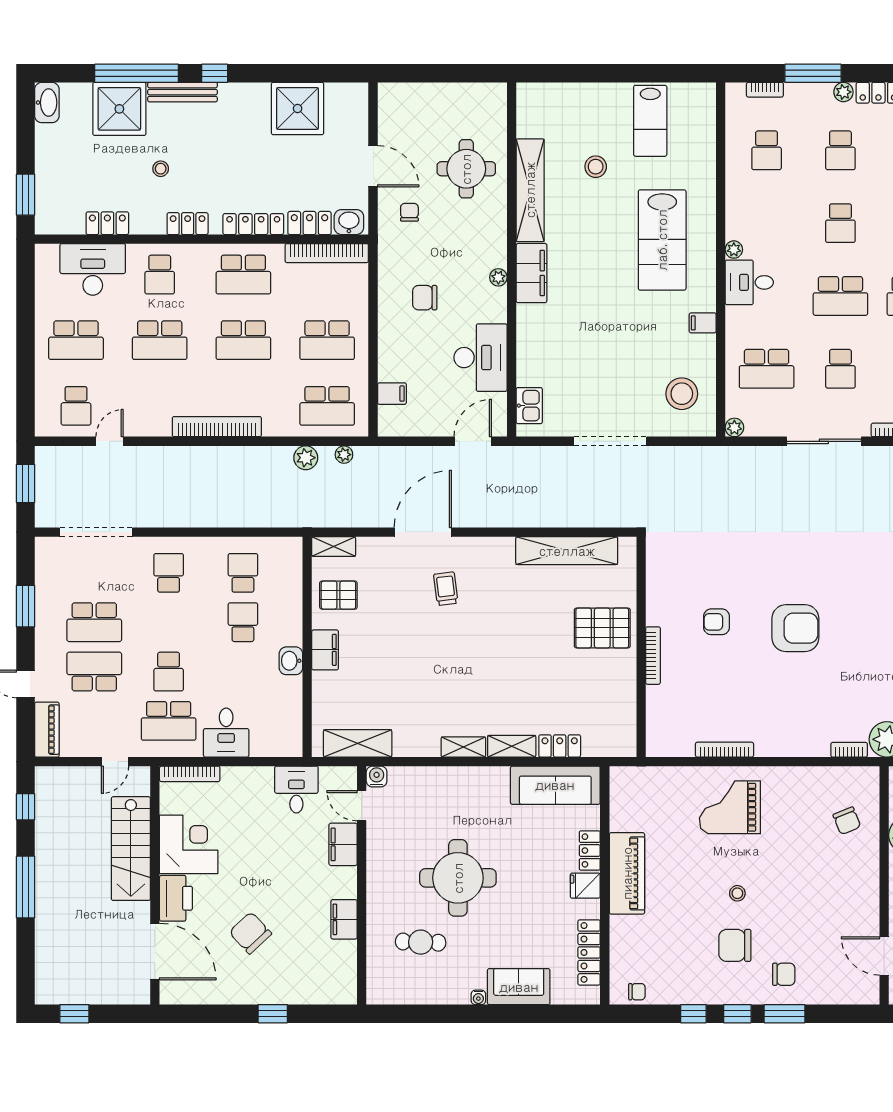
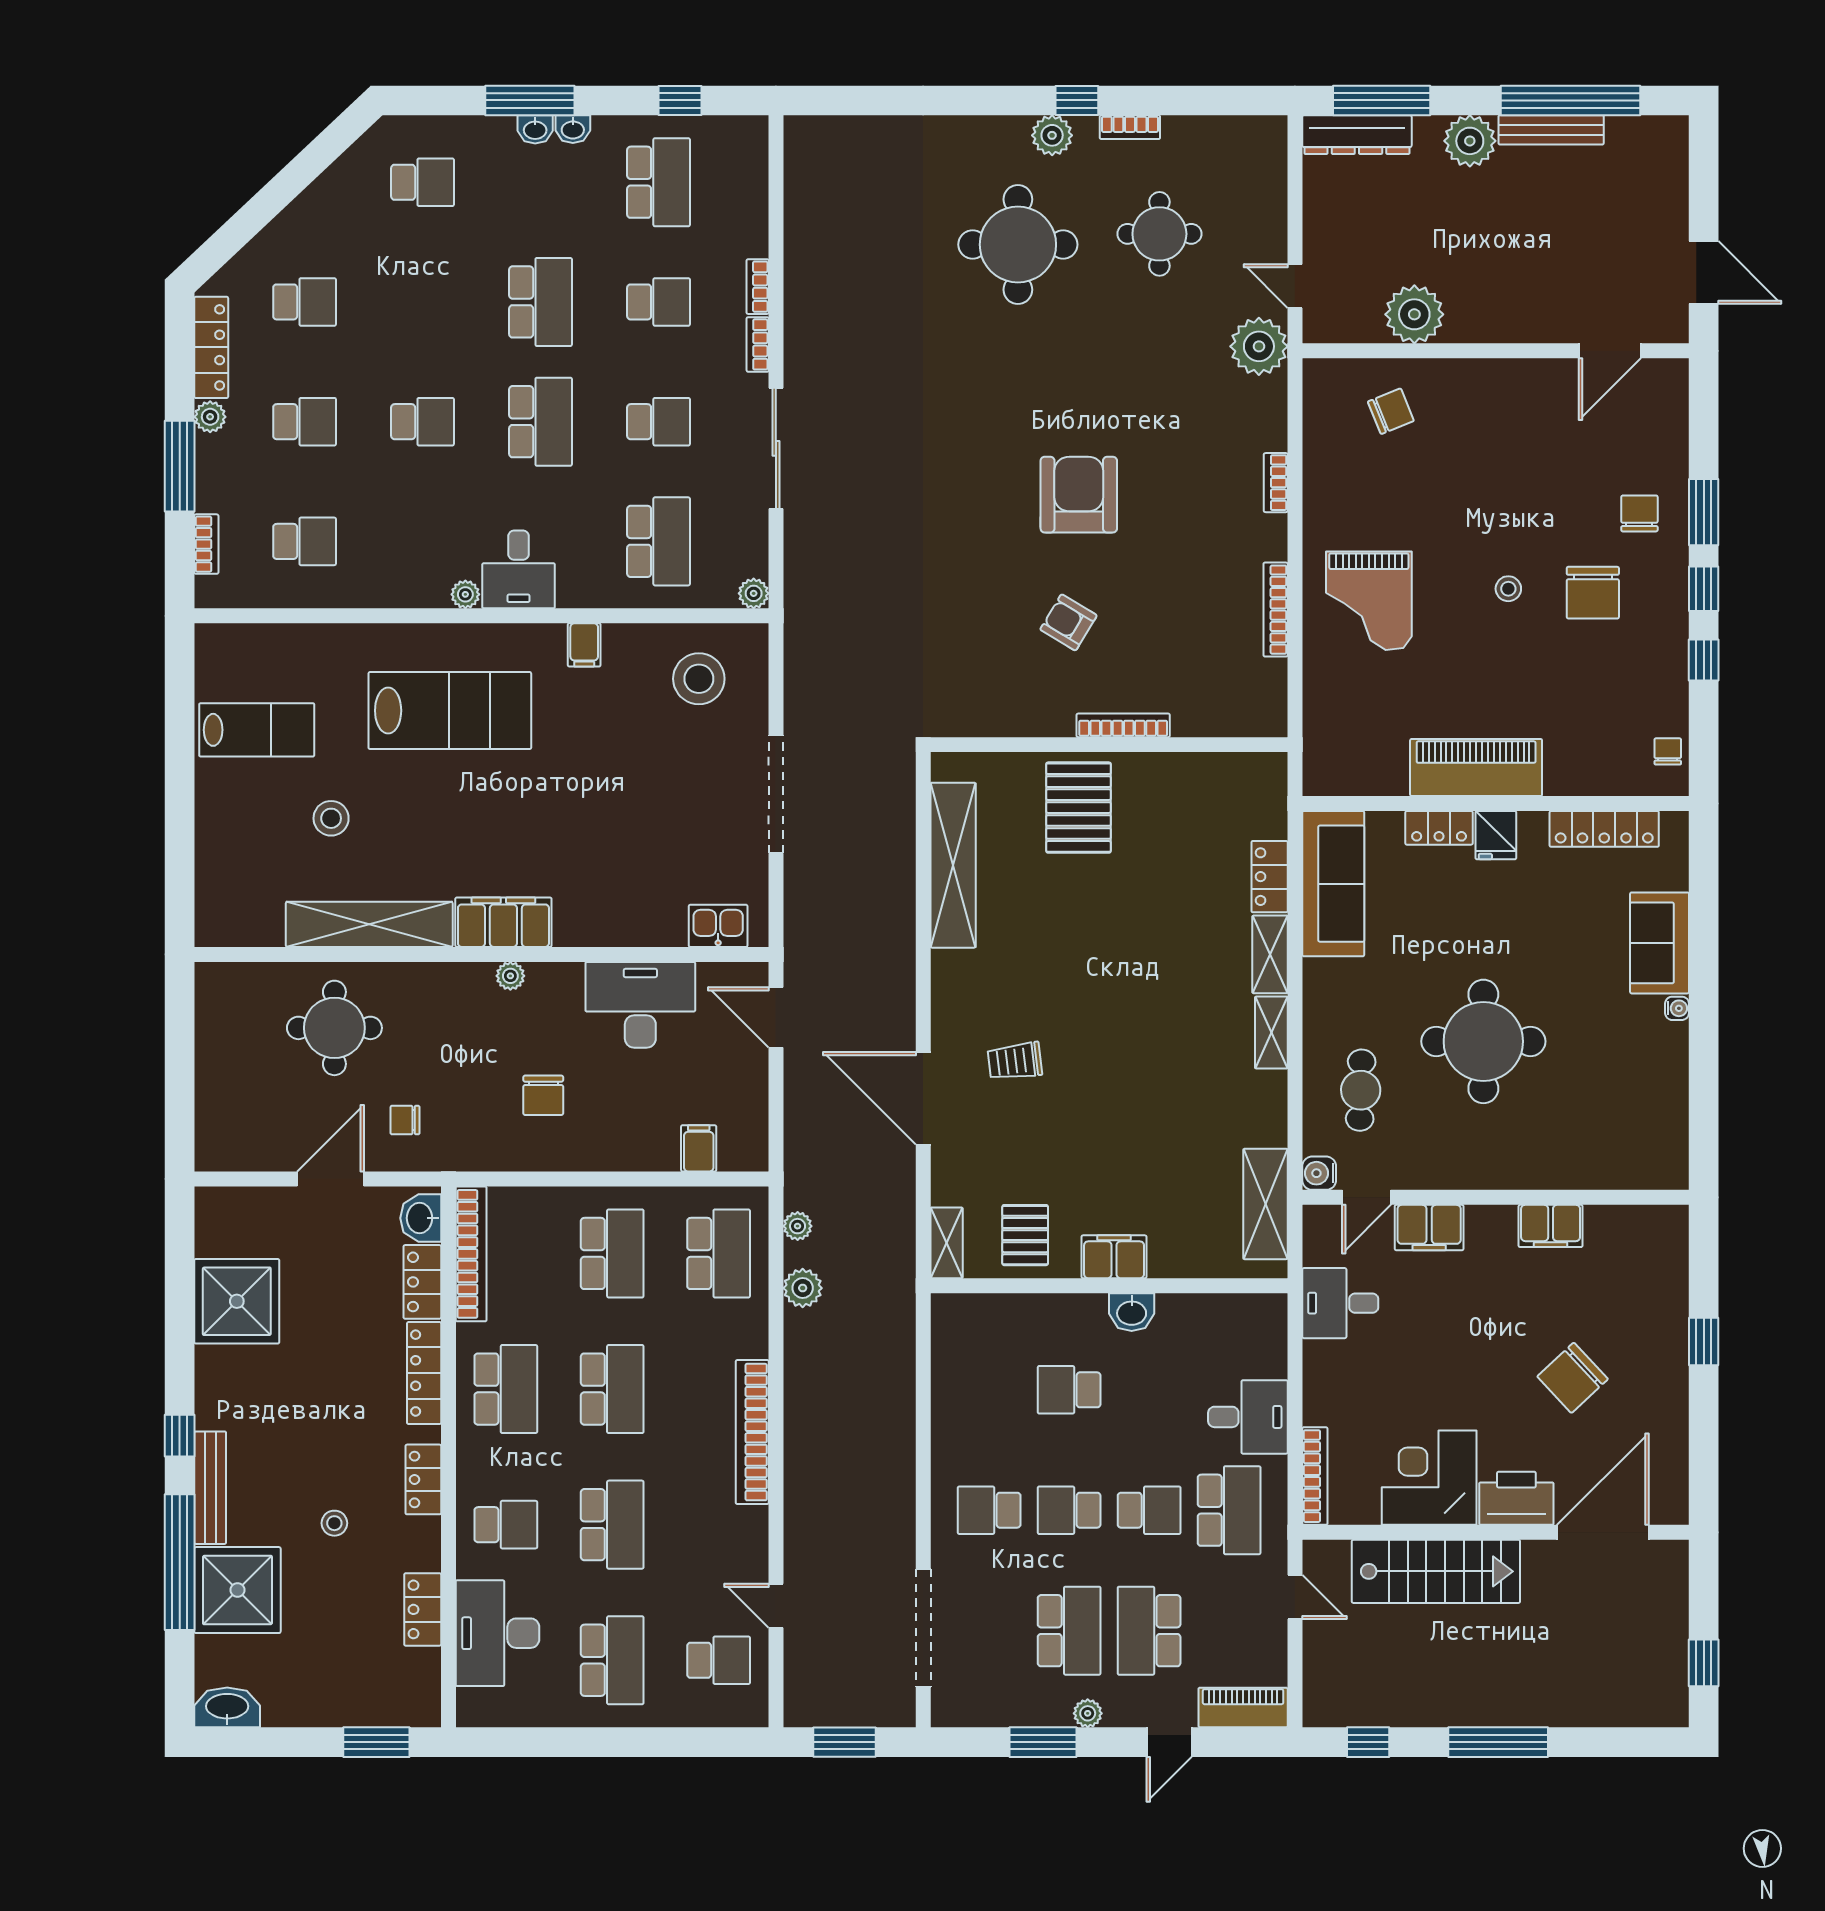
school desk: (243, 573) -> (1069, 1510), moved
armchair: (717, 622) -> (1069, 622), turned 121
plant: (43, 634) -> (1088, 1713), added
bookcase: (849, 750) -> (1276, 483), moved
cafe table: (421, 942) -> (1361, 1090), moved

